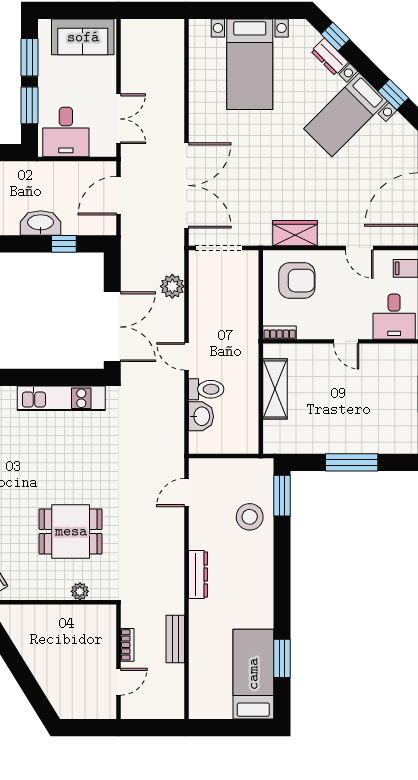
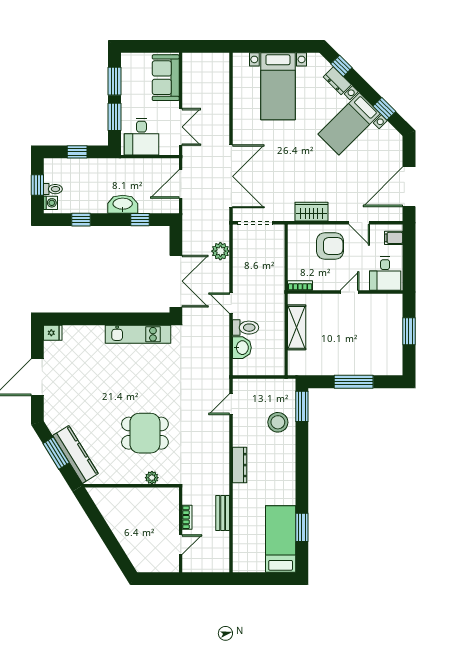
sofa: (83, 37) -> (166, 78), moved, turned 90
armchair: (297, 281) -> (330, 246), moved
door: (346, 341) -> (350, 292), swing flipped

